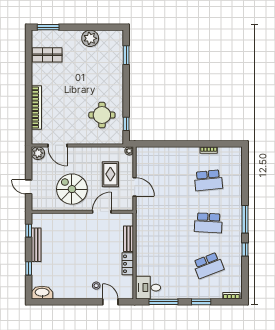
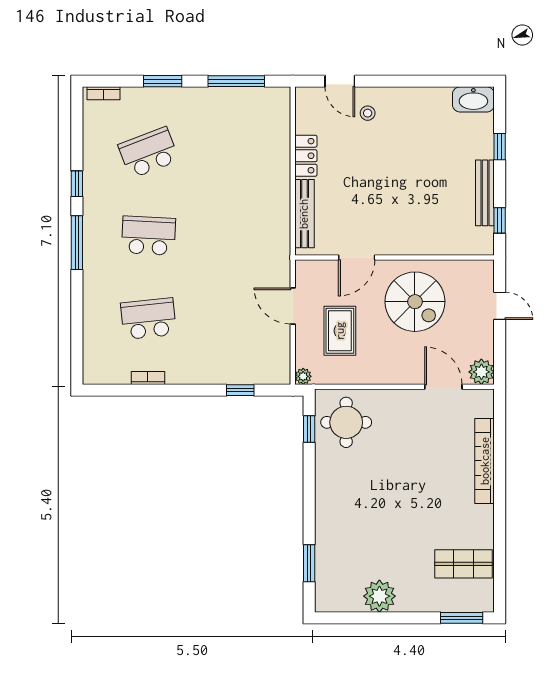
round table: (102, 115) -> (346, 422), moved
window: (161, 144) -> (240, 390), added
bench: (129, 239) -> (304, 214), width x1.36
desk: (148, 288) -> (266, 109), removed

